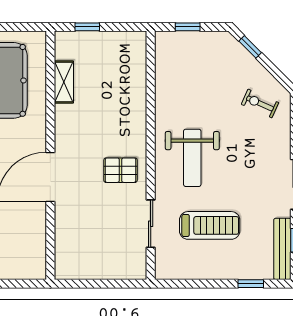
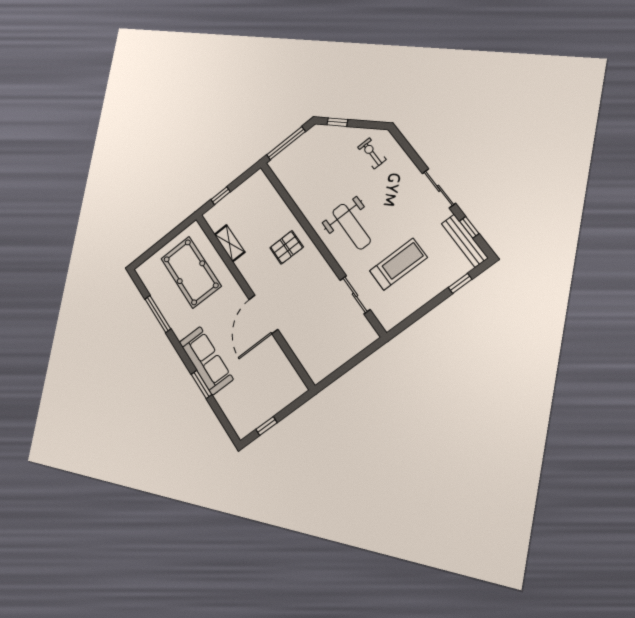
window: (188, 27) -> (286, 143), width x2.17
exercise bike: (260, 103) -> (372, 153), turned 66
pallet: (120, 170) -> (287, 247), moved

